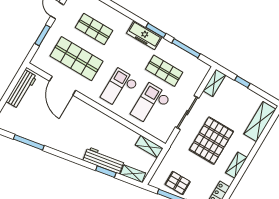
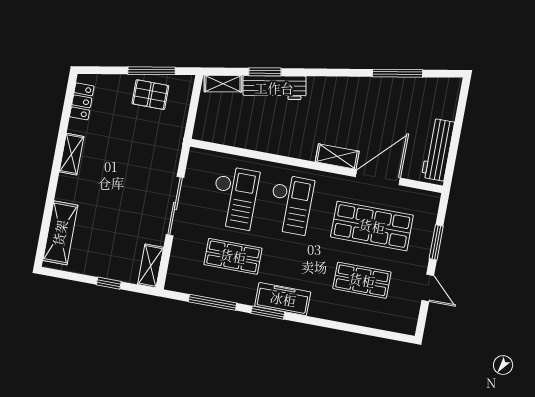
door: (63, 86) -> (378, 177), hinge flipped
pallet: (211, 141) -> (123, 177), removed
shelving: (149, 147) -> (337, 156), moved

